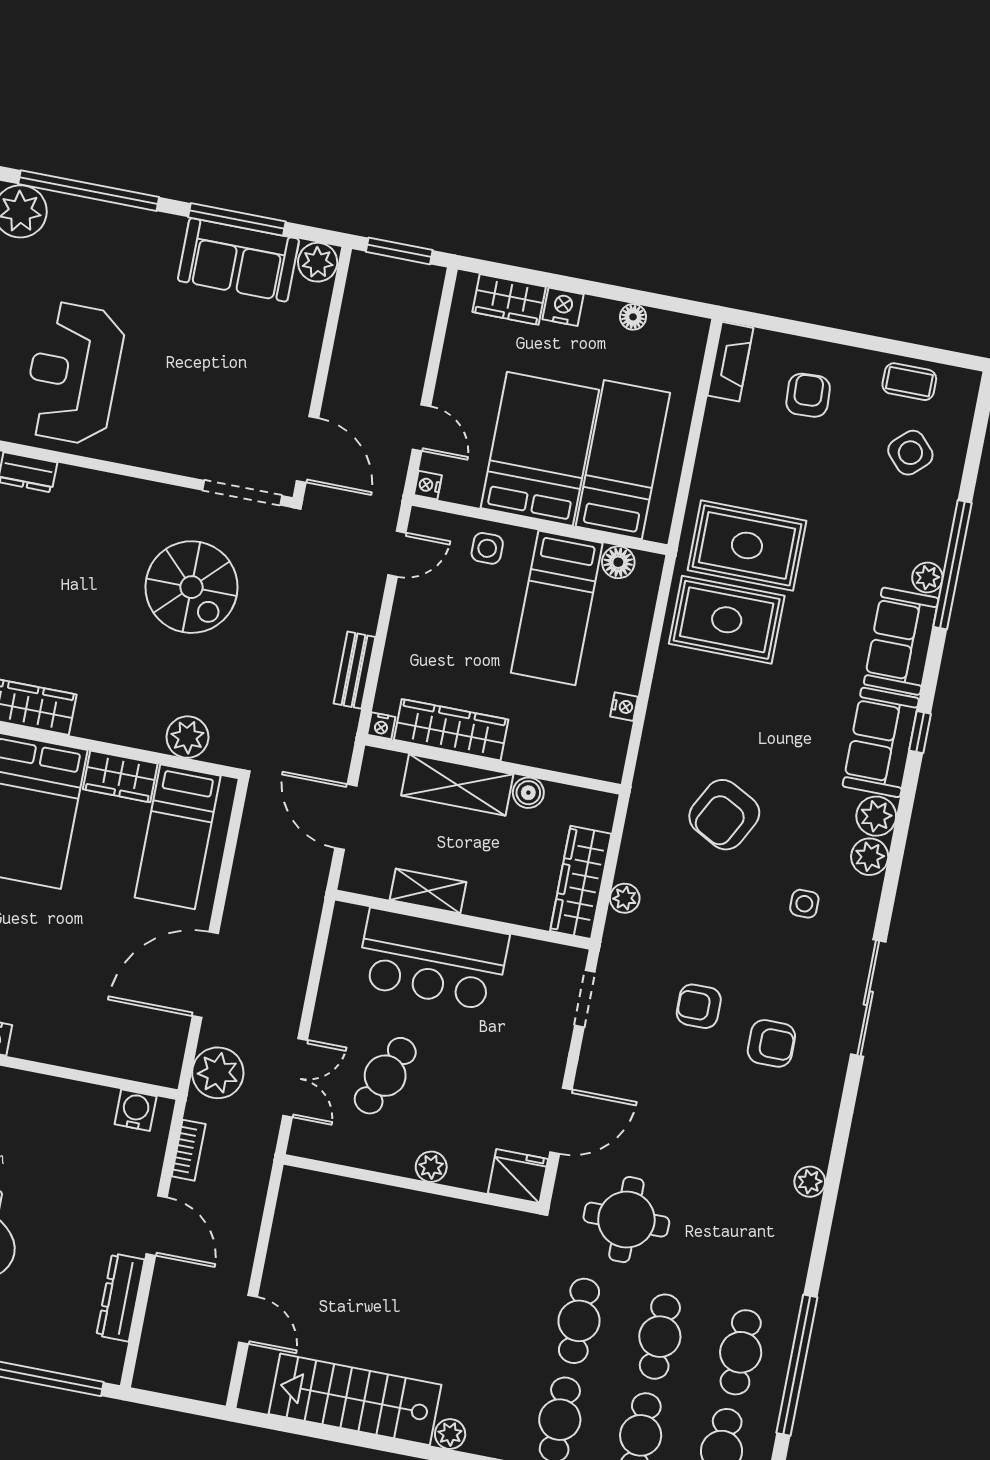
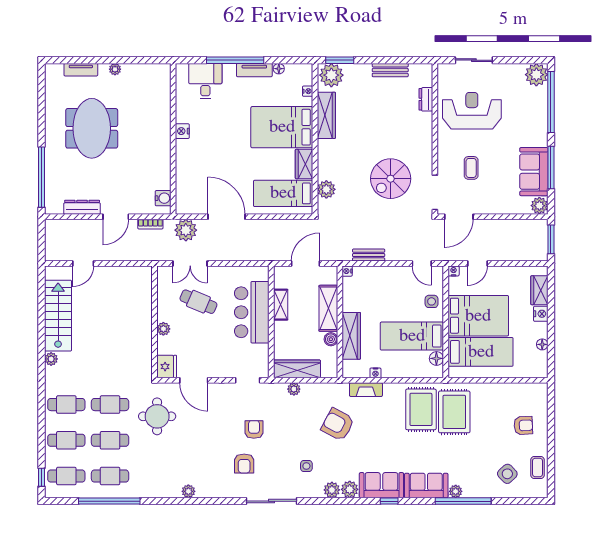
fireplace: (730, 362) -> (366, 390), moved
coffee table: (203, 400) -> (471, 168), added
wardrobe: (451, 730) -> (351, 336), moved

